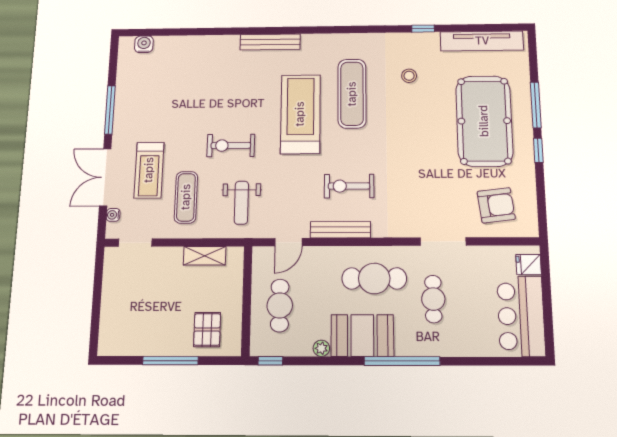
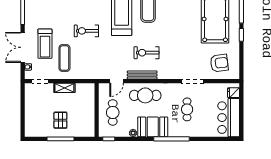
weight bench: (241, 203) -> (93, 61), removed
shelving: (205, 256) -> (64, 88), moved
cafe table: (374, 278) -> (145, 95), moved
pallet: (207, 329) -> (60, 120), moved

